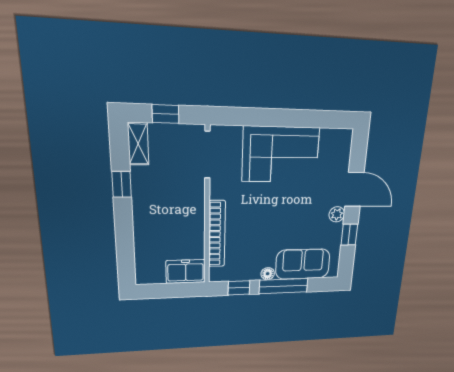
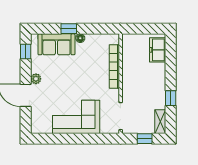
window: (349, 235) -> (26, 52), moved
freezer: (186, 271) -> (158, 50), moved, turned 90
window: (284, 286) -> (69, 29), width x0.46
window: (239, 288) -> (99, 29), removed

